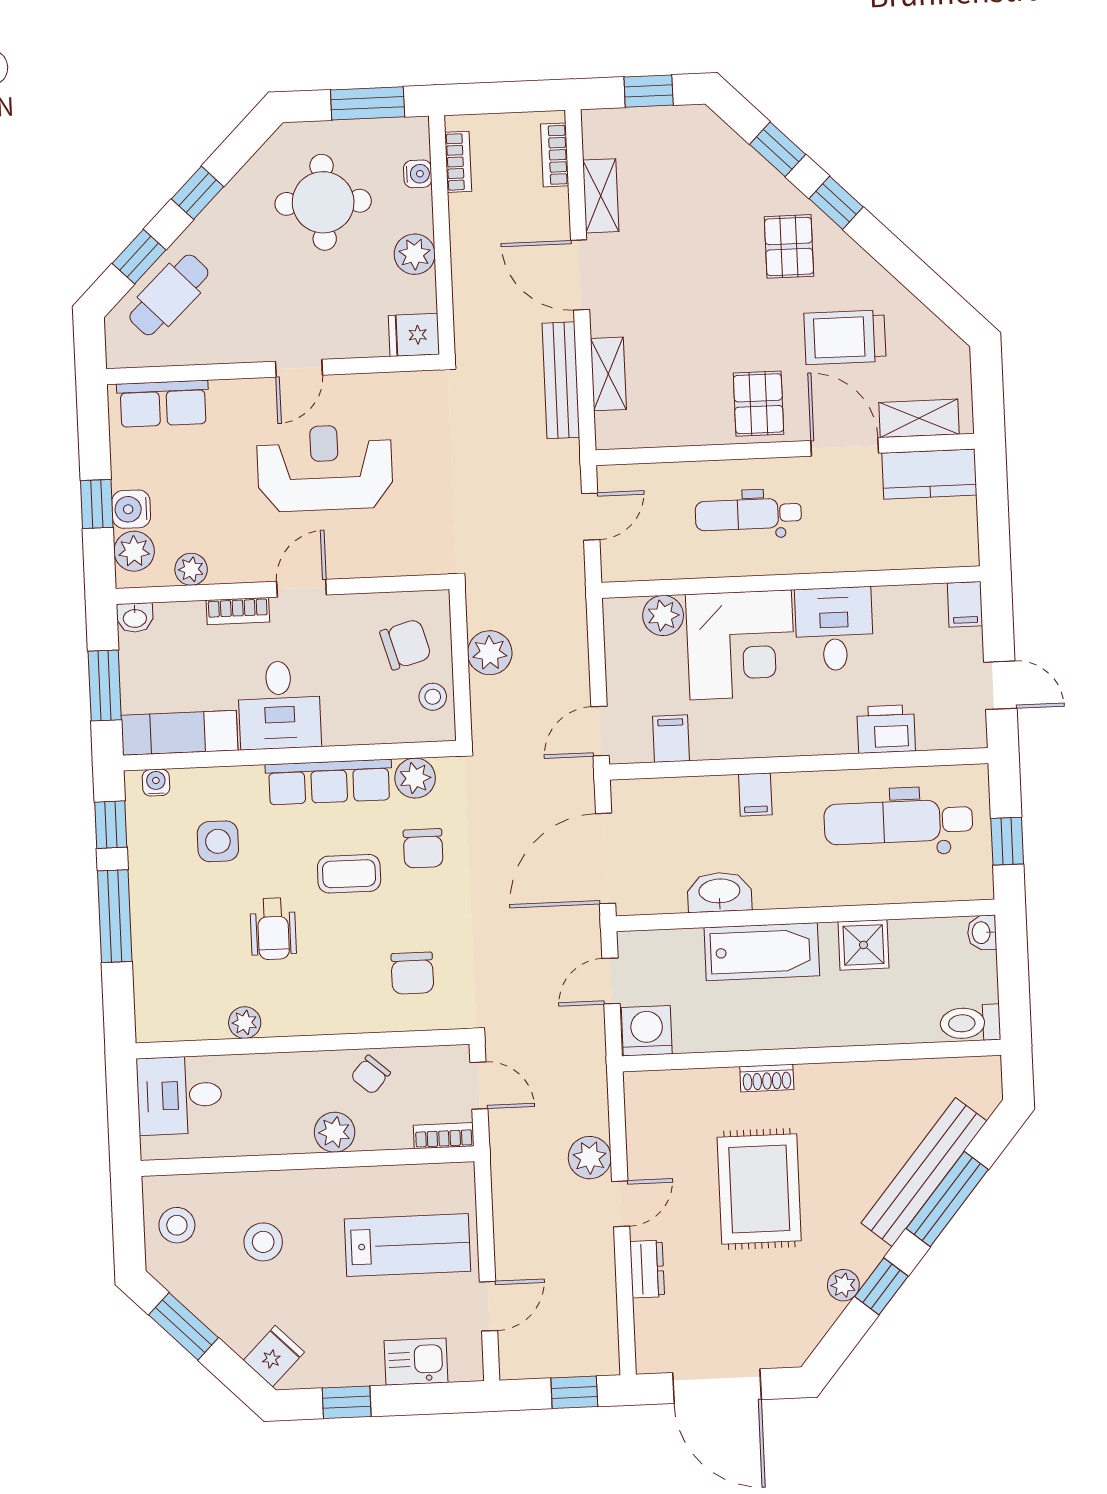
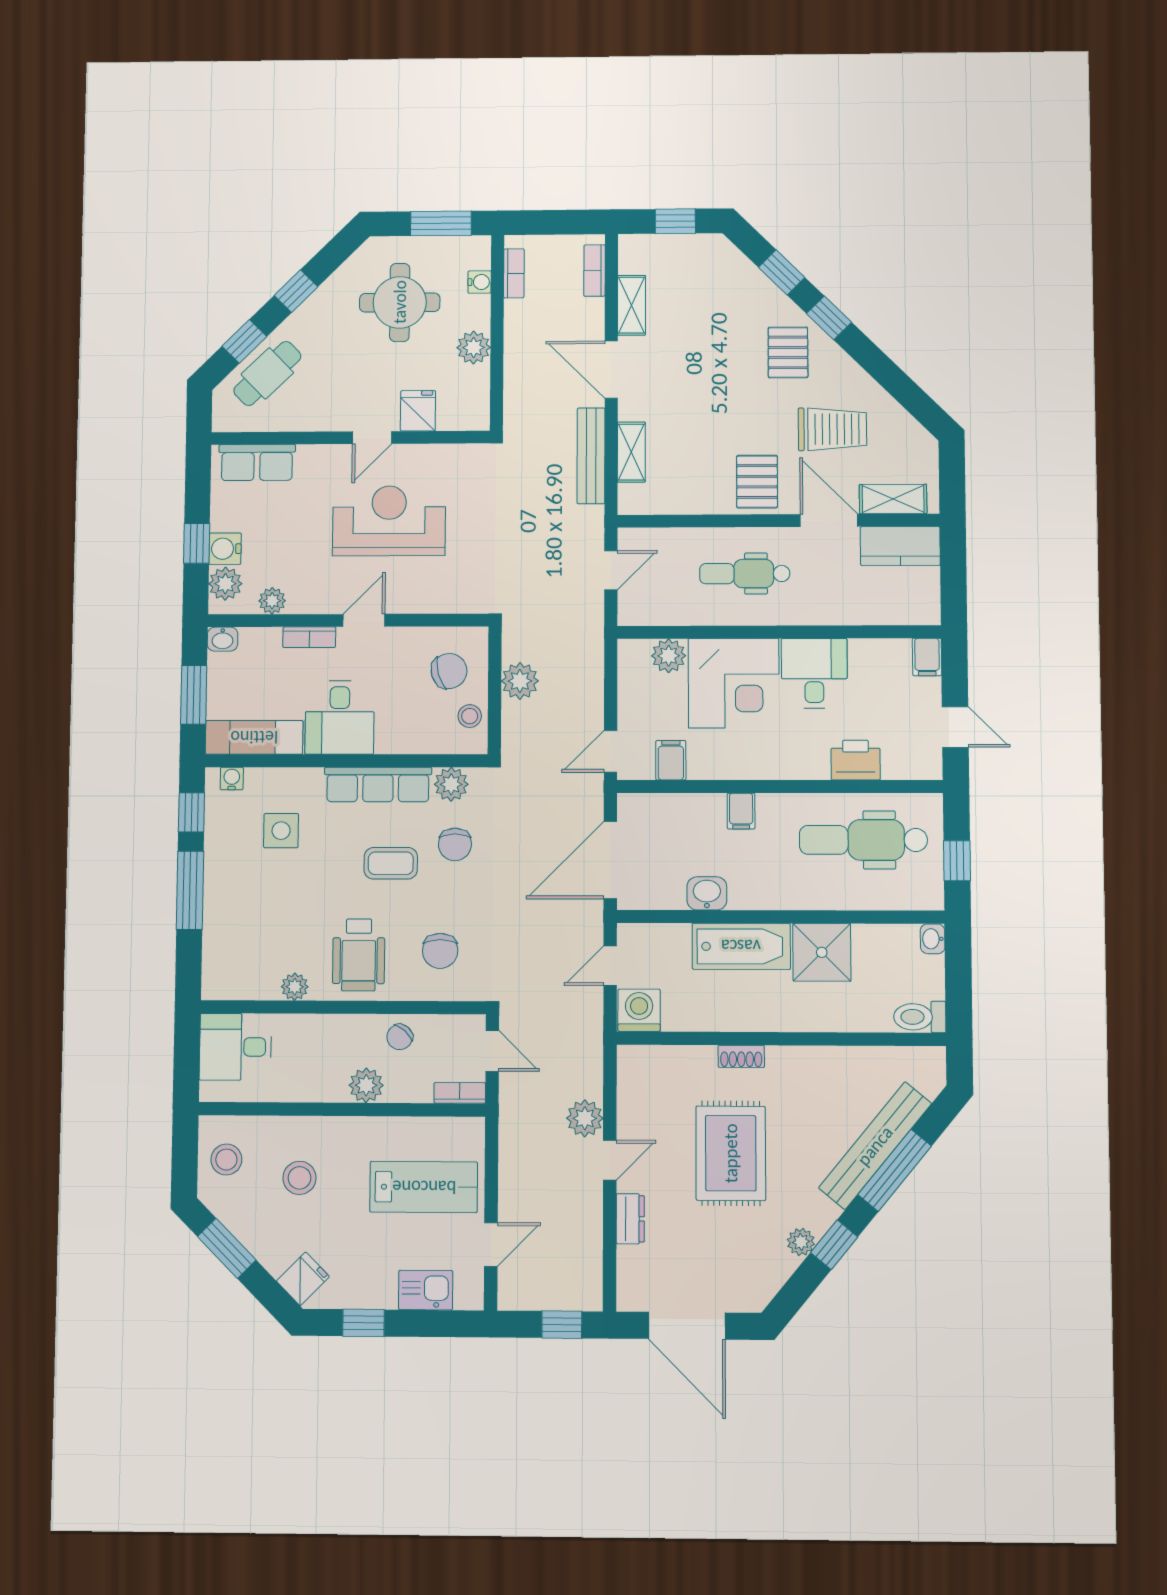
fridge: (414, 335) -> (418, 411), moved, turned 90
trolley: (845, 337) -> (832, 429), turned 180
washbasin: (719, 892) -> (707, 893), width x0.72
wheelchair: (273, 929) -> (359, 955), moved, width x1.36, depth x1.37
shower: (863, 945) -> (822, 952), width x1.36, depth x1.36

